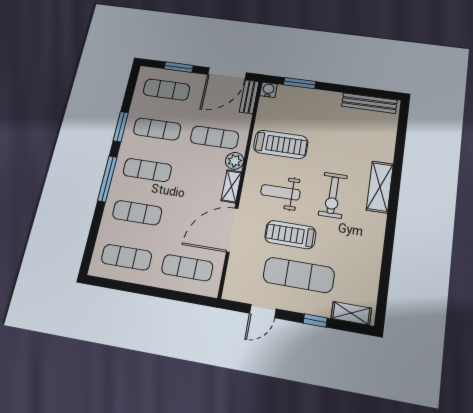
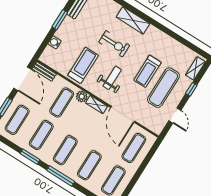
window: (300, 83) -> (60, 20), moved
water cooler: (268, 90) -> (55, 42), moved
weight bench: (280, 192) -> (112, 78), turned 180
exercise bike: (333, 195) -> (114, 44), moved
treadmill: (290, 235) -> (147, 71), moved

